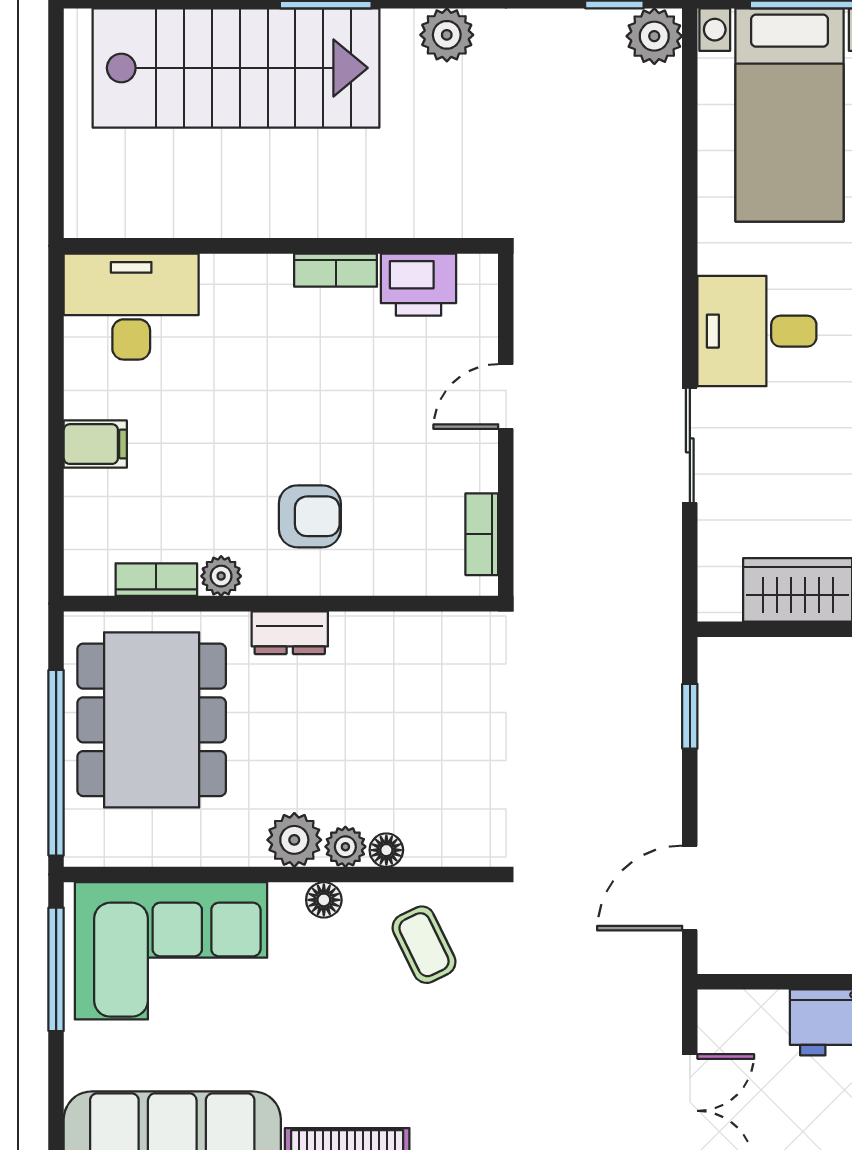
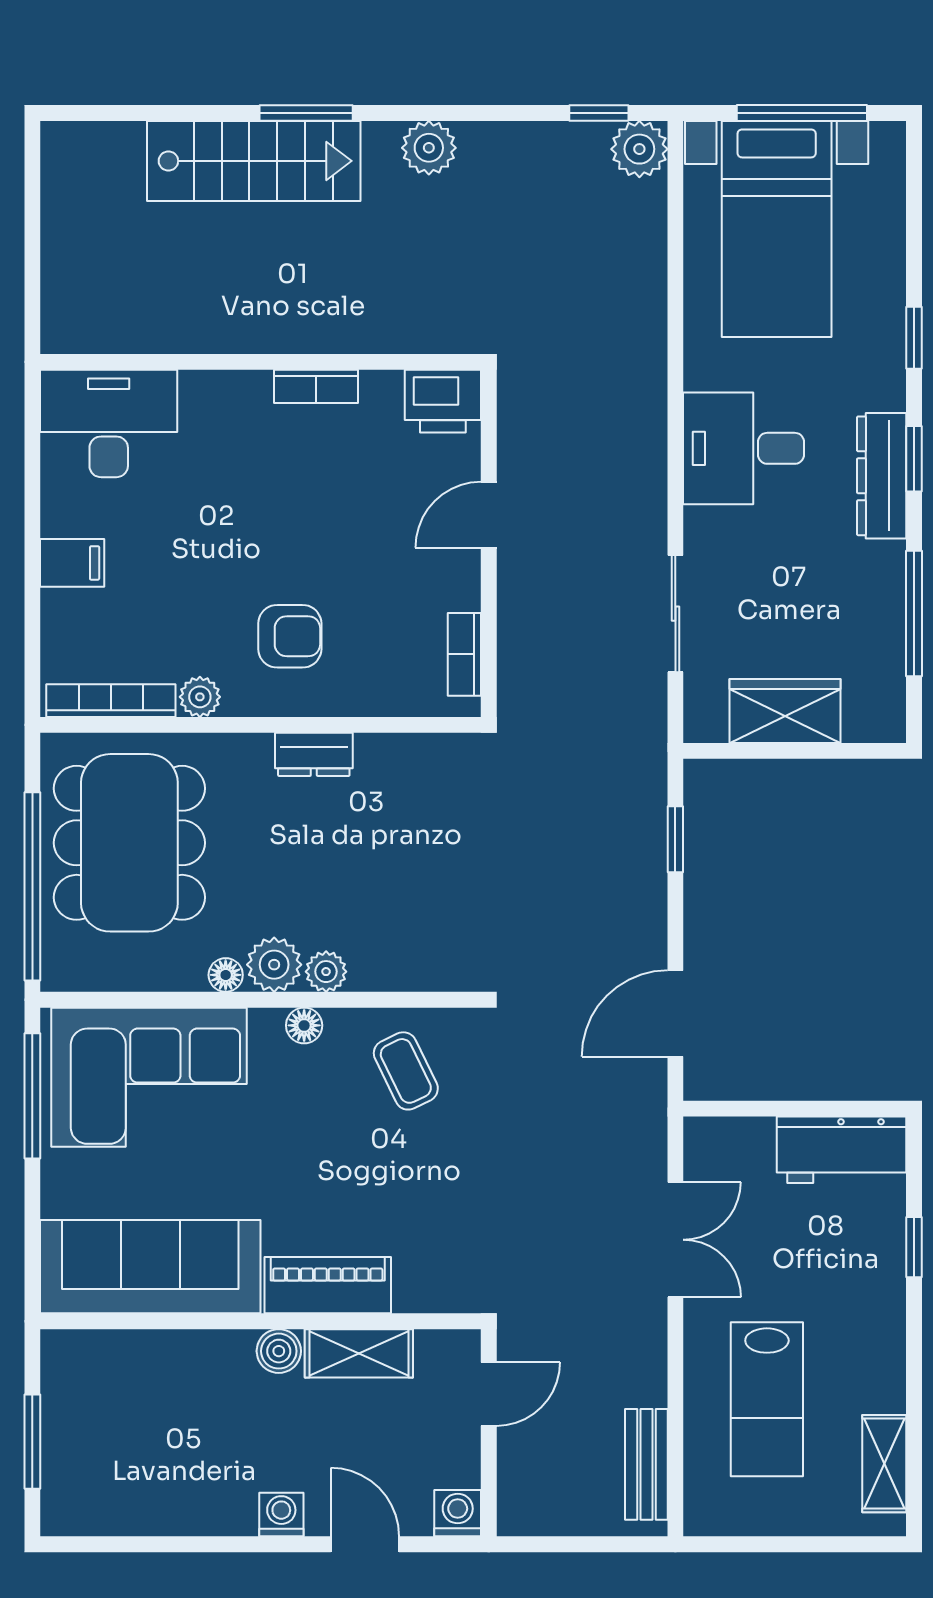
stairs: (236, 68) -> (254, 161), width x0.73, depth x0.66
printer: (419, 285) -> (443, 401), moved
sliding door: (690, 445) -> (675, 614), moved
bookcase: (156, 580) -> (111, 701), width x1.56
dresser: (290, 633) -> (314, 754), moved
floor lamp: (386, 850) -> (226, 975), moved

